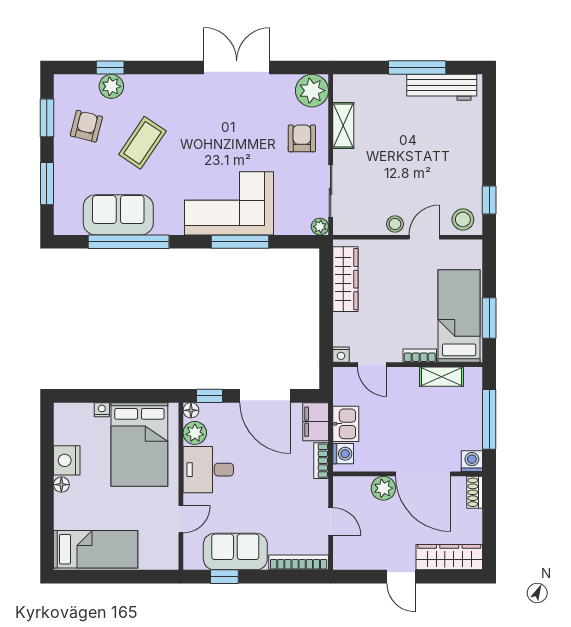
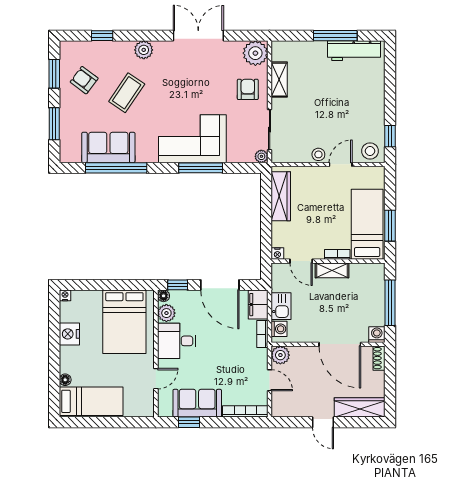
plant: (111, 86) -> (144, 50), moved
armchair: (86, 126) -> (84, 80), turned -67
shelving: (441, 377) -> (332, 270), moved
nightstand: (102, 410) -> (65, 295), moved
floor lamp: (61, 485) -> (65, 380), moved
plant: (383, 488) -> (280, 355), moved

